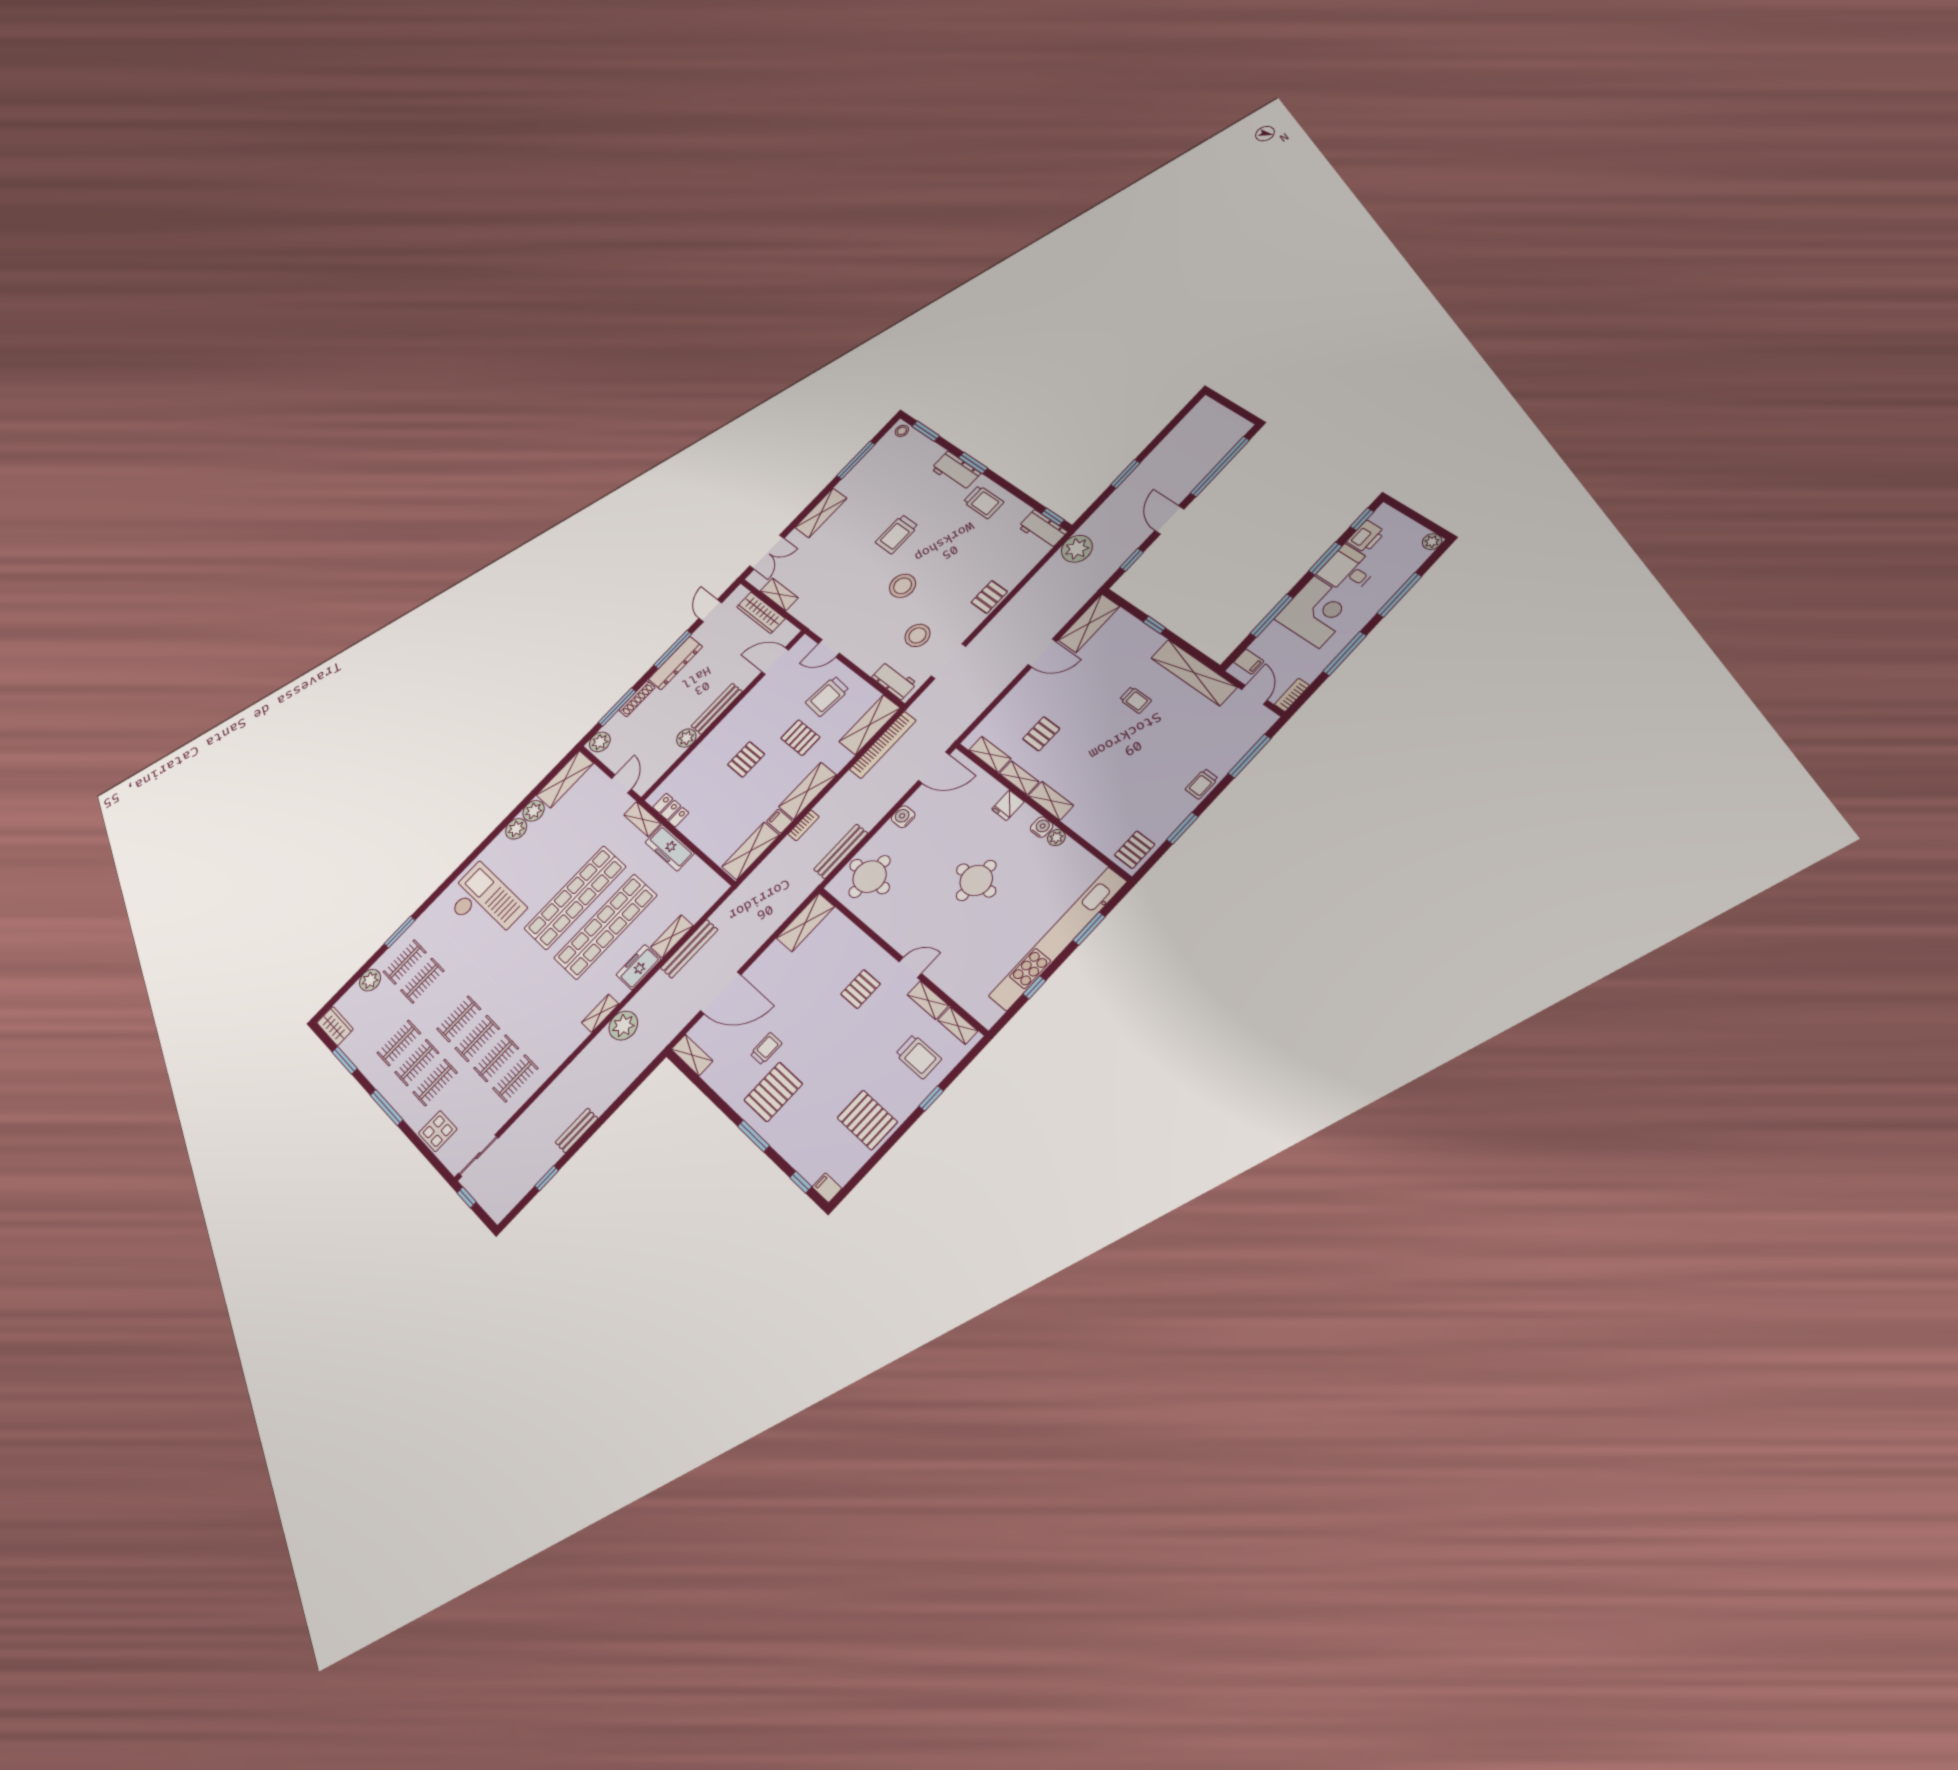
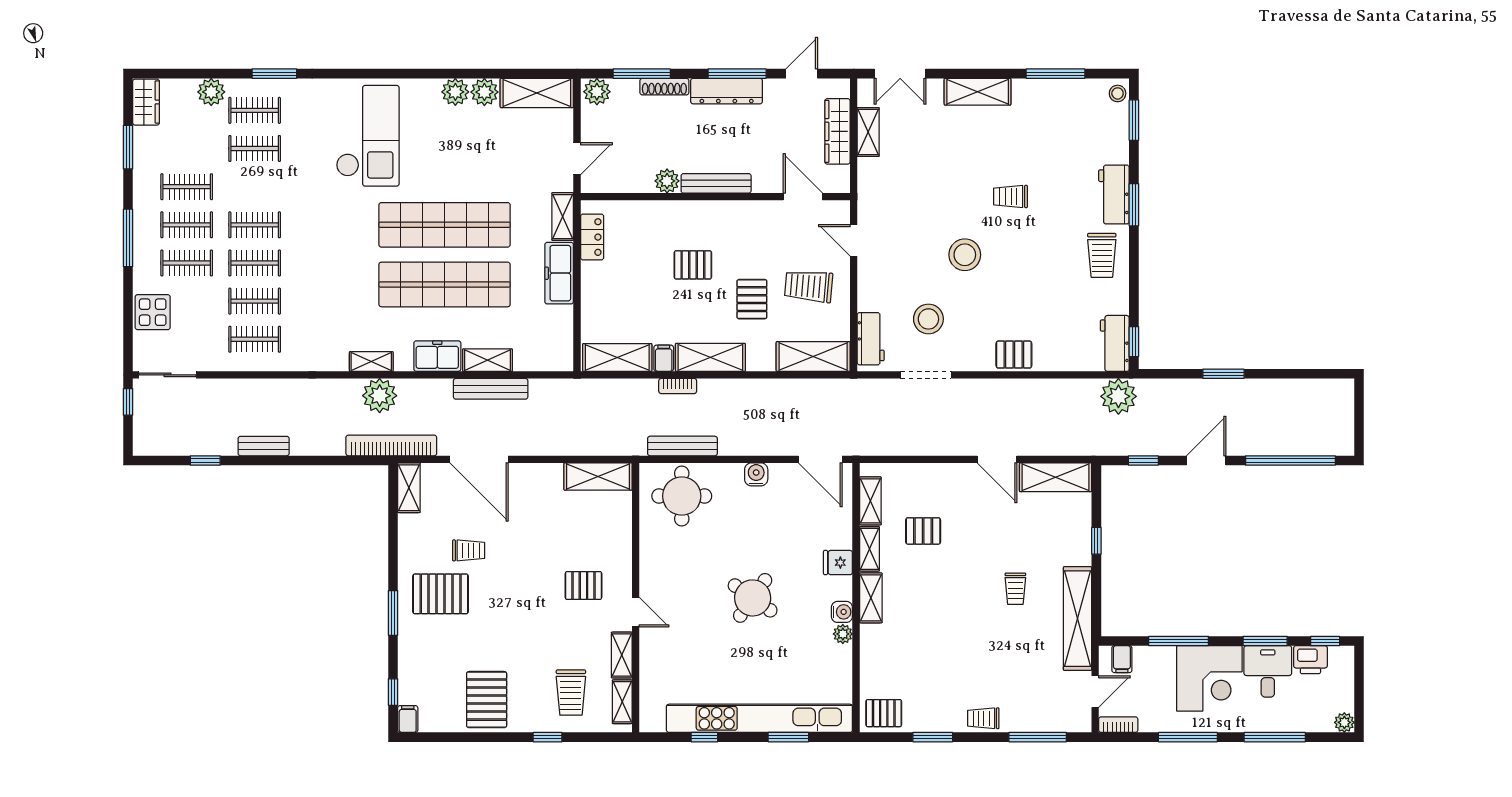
trolley: (897, 534) -> (1010, 196), width x0.73, depth x0.72
bookcase: (883, 745) -> (391, 445), moved, turned 180
round table: (976, 880) -> (753, 598), turned 35

